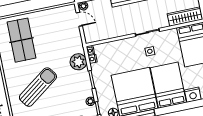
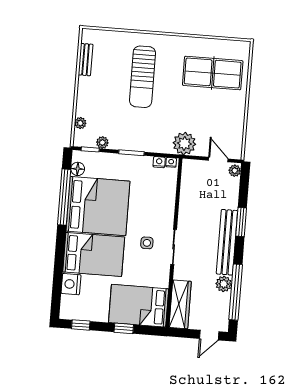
door: (79, 19) -> (218, 160), swing flipped
plant: (78, 62) -> (184, 144), moved
sun lounger: (38, 87) -> (142, 77), turned 36

